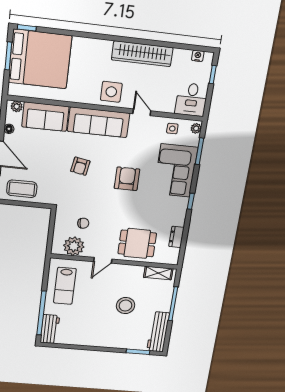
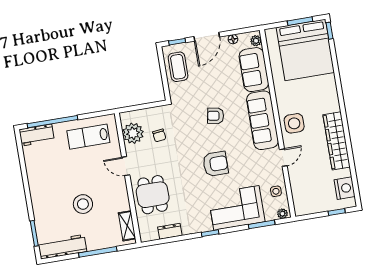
nightstand: (198, 56) -> (345, 188), width x1.89, depth x1.79
desk: (192, 100) -> (308, 200), removed

